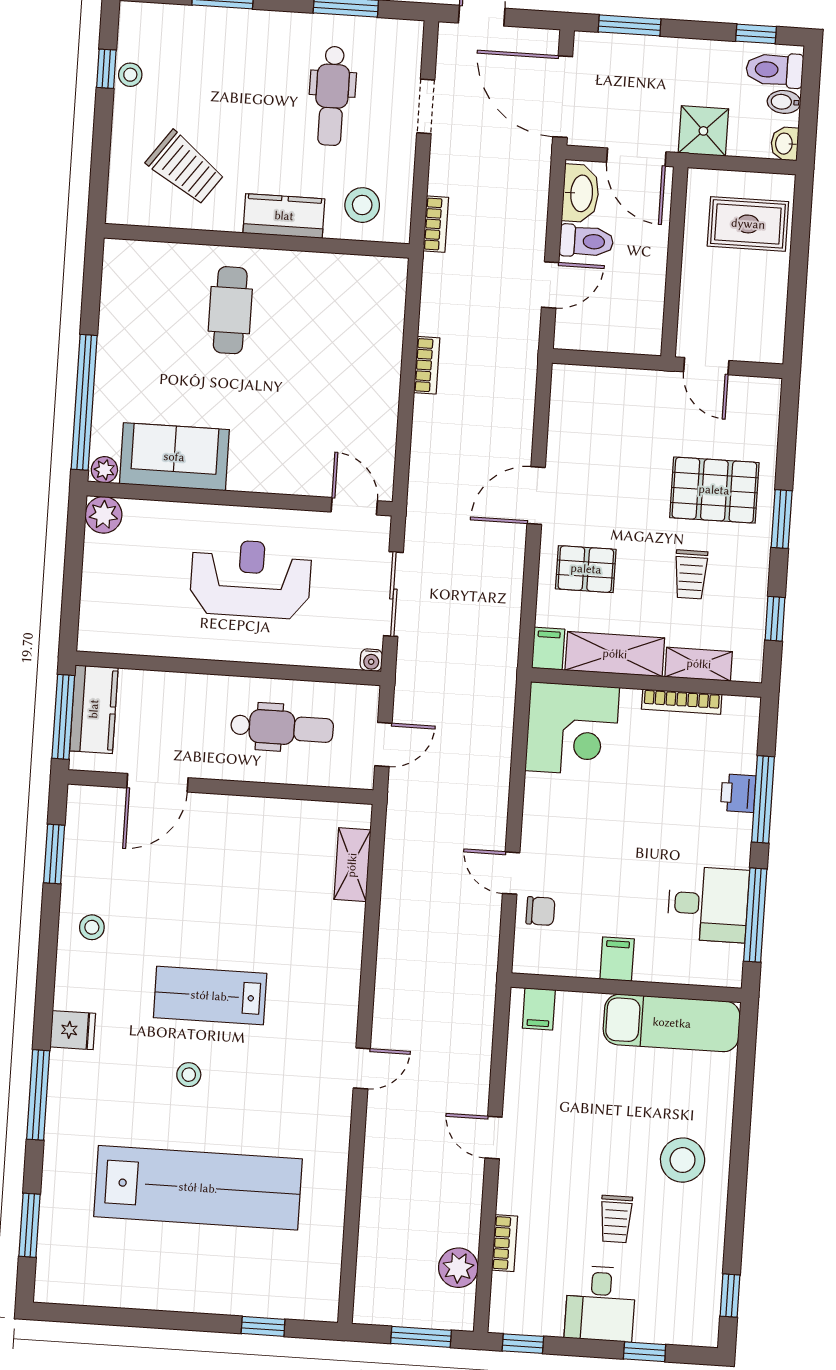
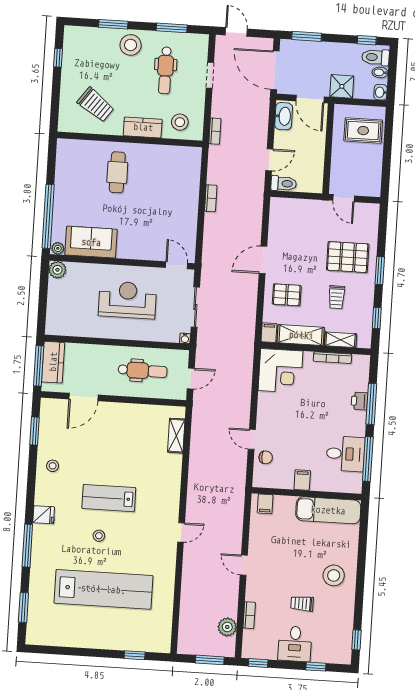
stool: (130, 75) -> (131, 45), moved, width x1.89, depth x1.89
toilet: (586, 241) -> (284, 183), moved
trolley: (616, 1219) -> (302, 604), turned 91

